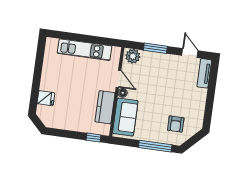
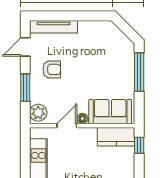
tv unit: (204, 73) -> (54, 27), width x1.41
kitchen counter: (105, 107) -> (116, 137), moved
armchair: (176, 124) -> (52, 69), moved

